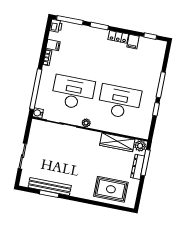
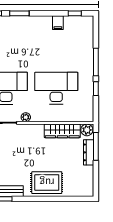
locker: (118, 37) -> (41, 21), removed
rug: (111, 189) -> (47, 183), moved

